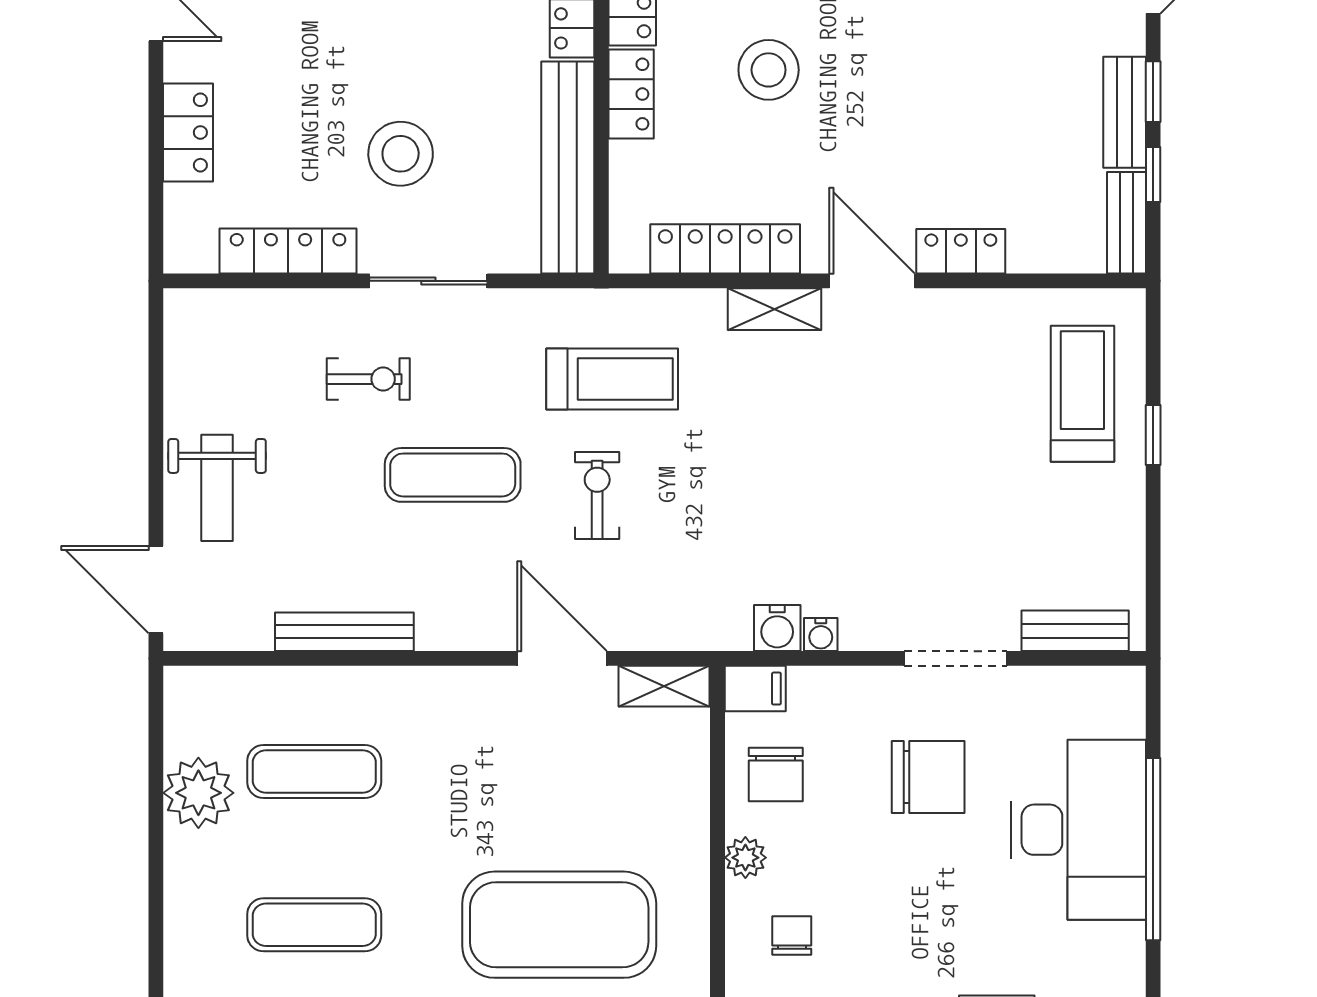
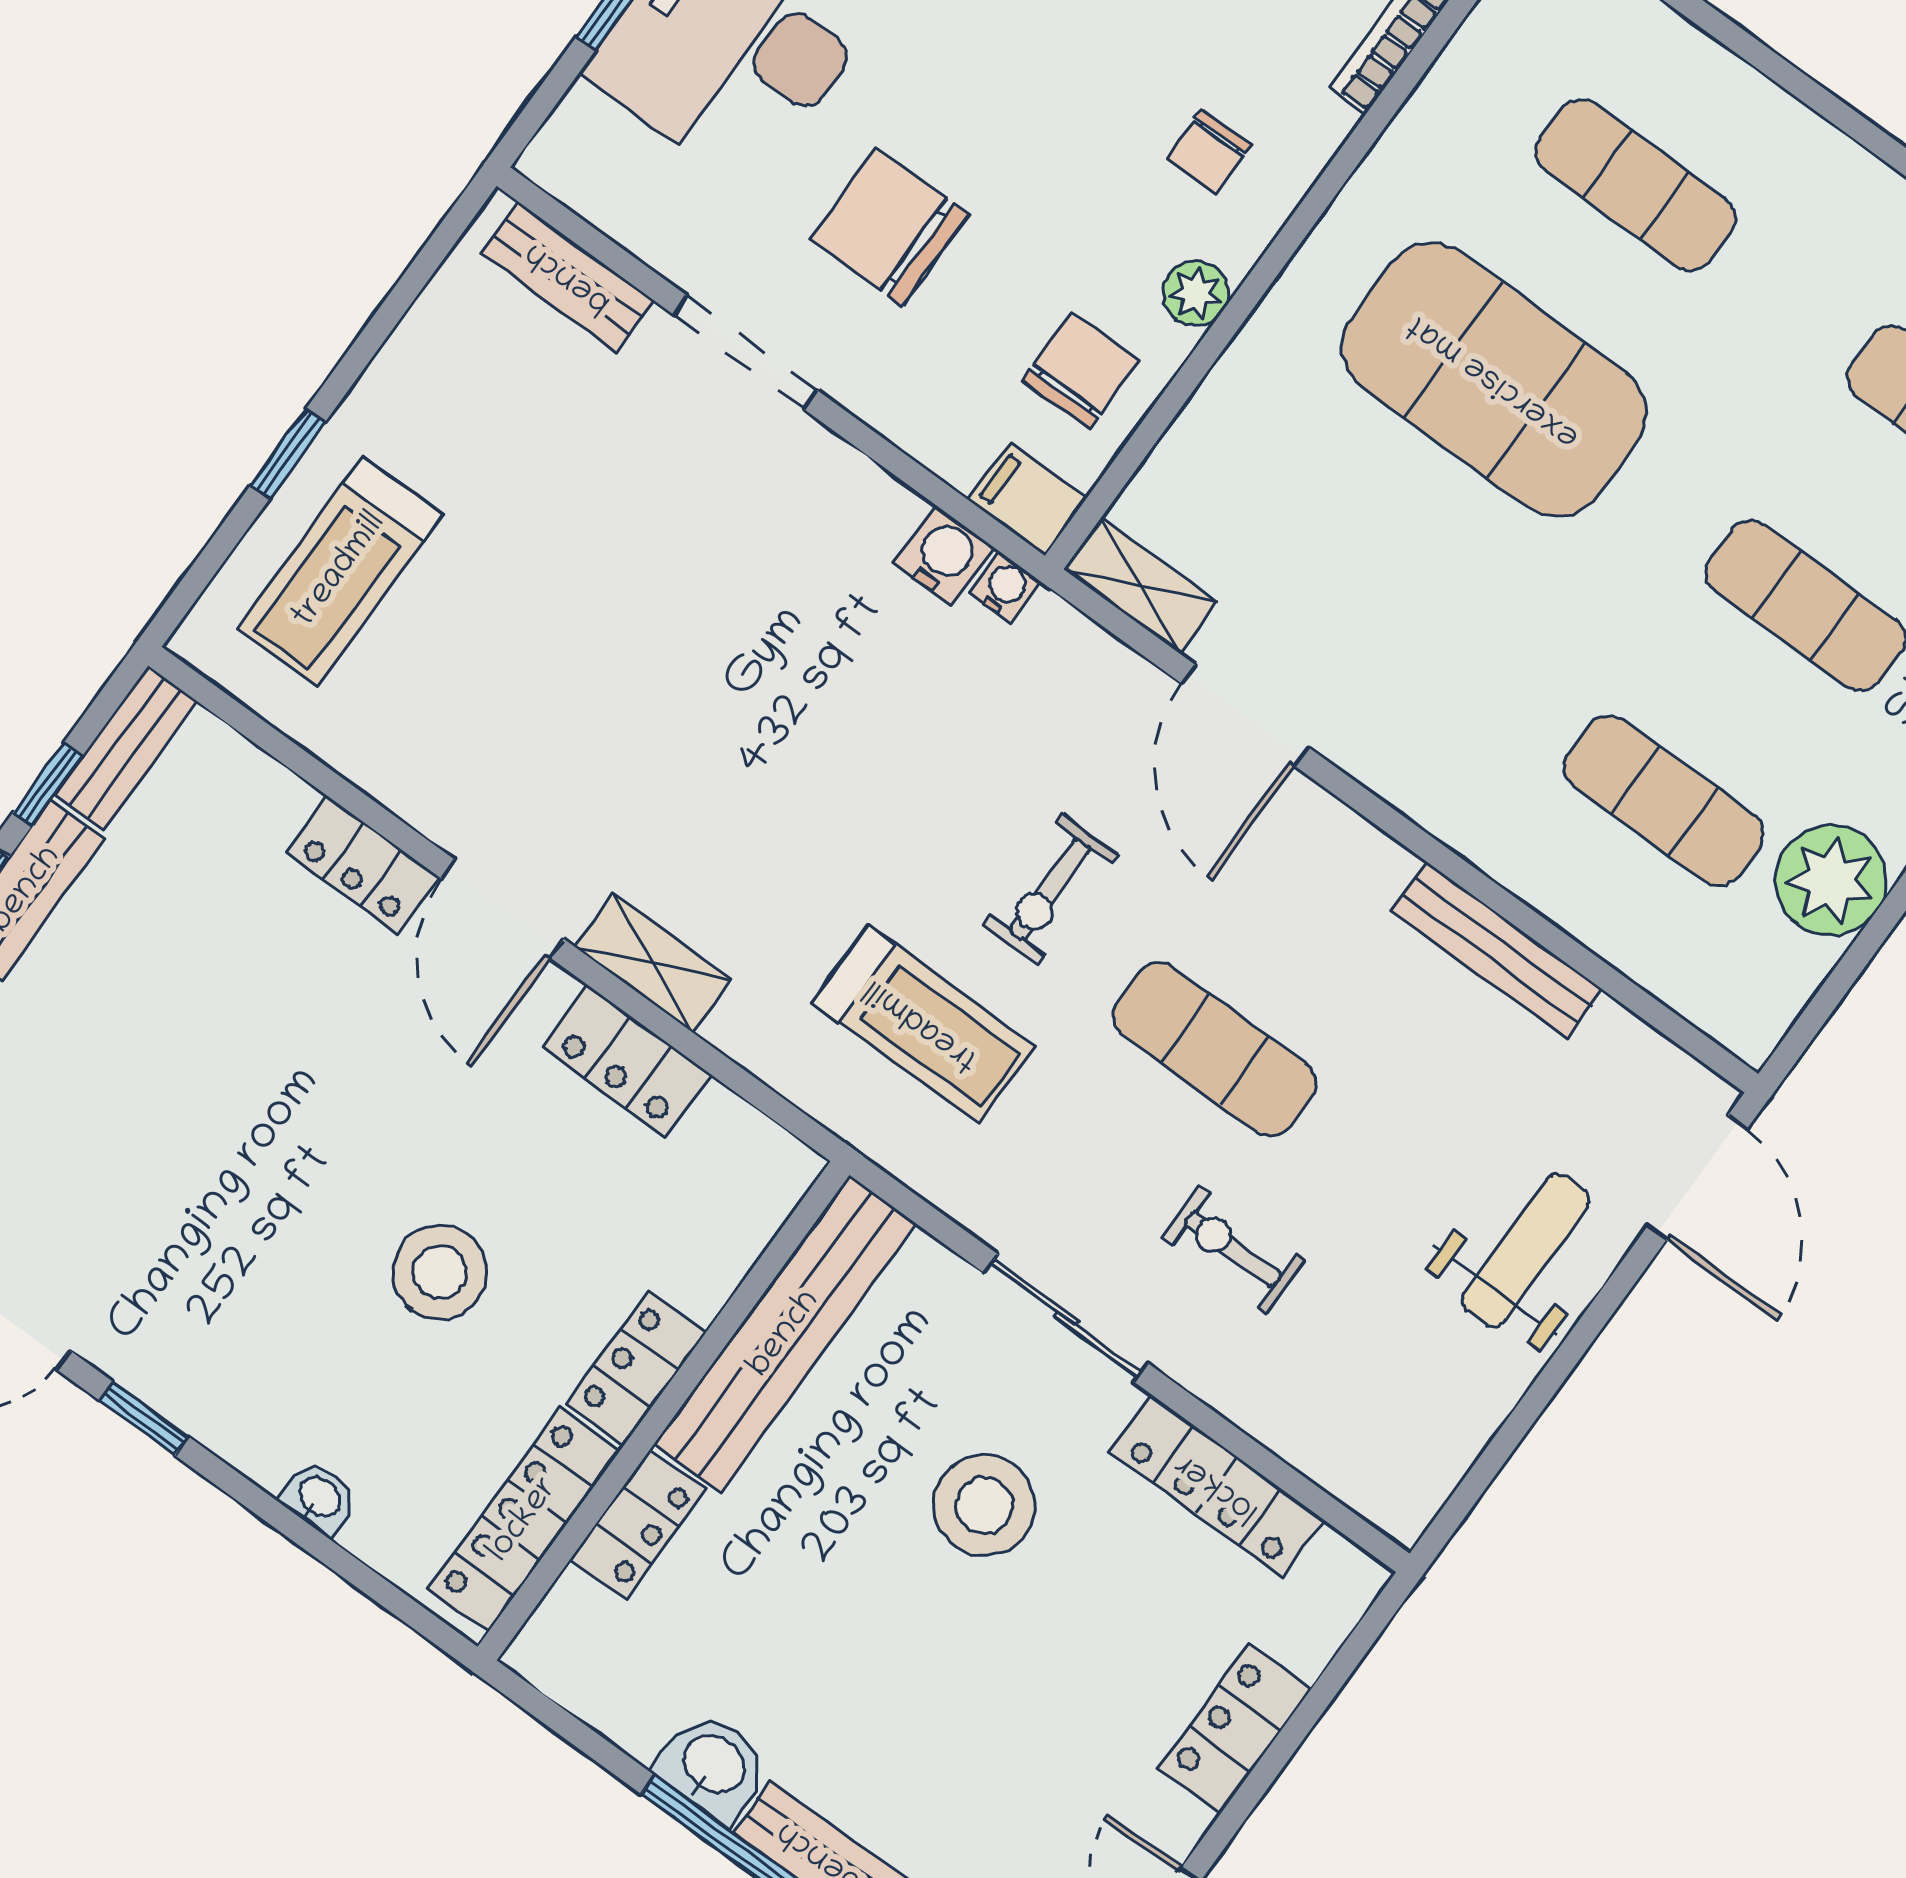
locker: (725, 249) -> (627, 1061), width x0.66
treadmill: (612, 379) -> (923, 1024), turned 180
water cooler: (821, 635) -> (1005, 587), moved

